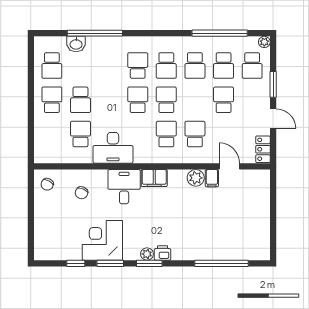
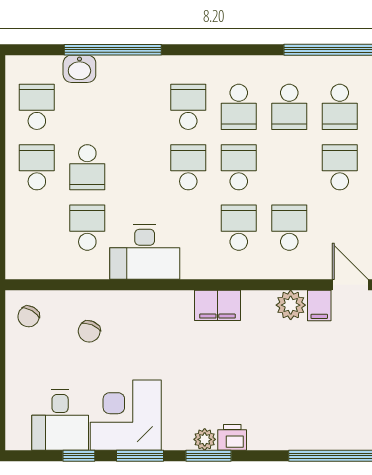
school desk: (52, 66) -> (37, 107), turned 180
desk: (124, 187) -> (60, 420), moved, turned 180

